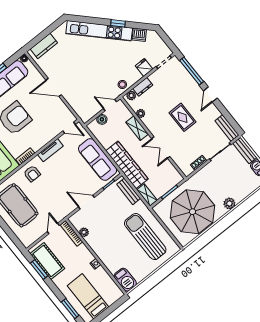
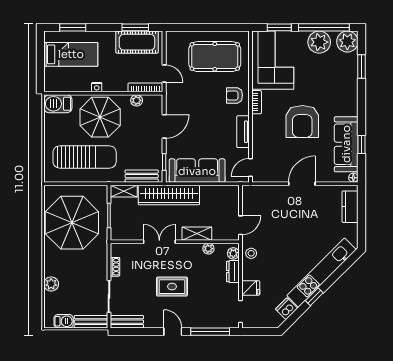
boiler: (102, 119) -> (233, 206), removed
plant: (229, 203) -> (51, 284), moved
parasol: (113, 247) -> (100, 117), added

